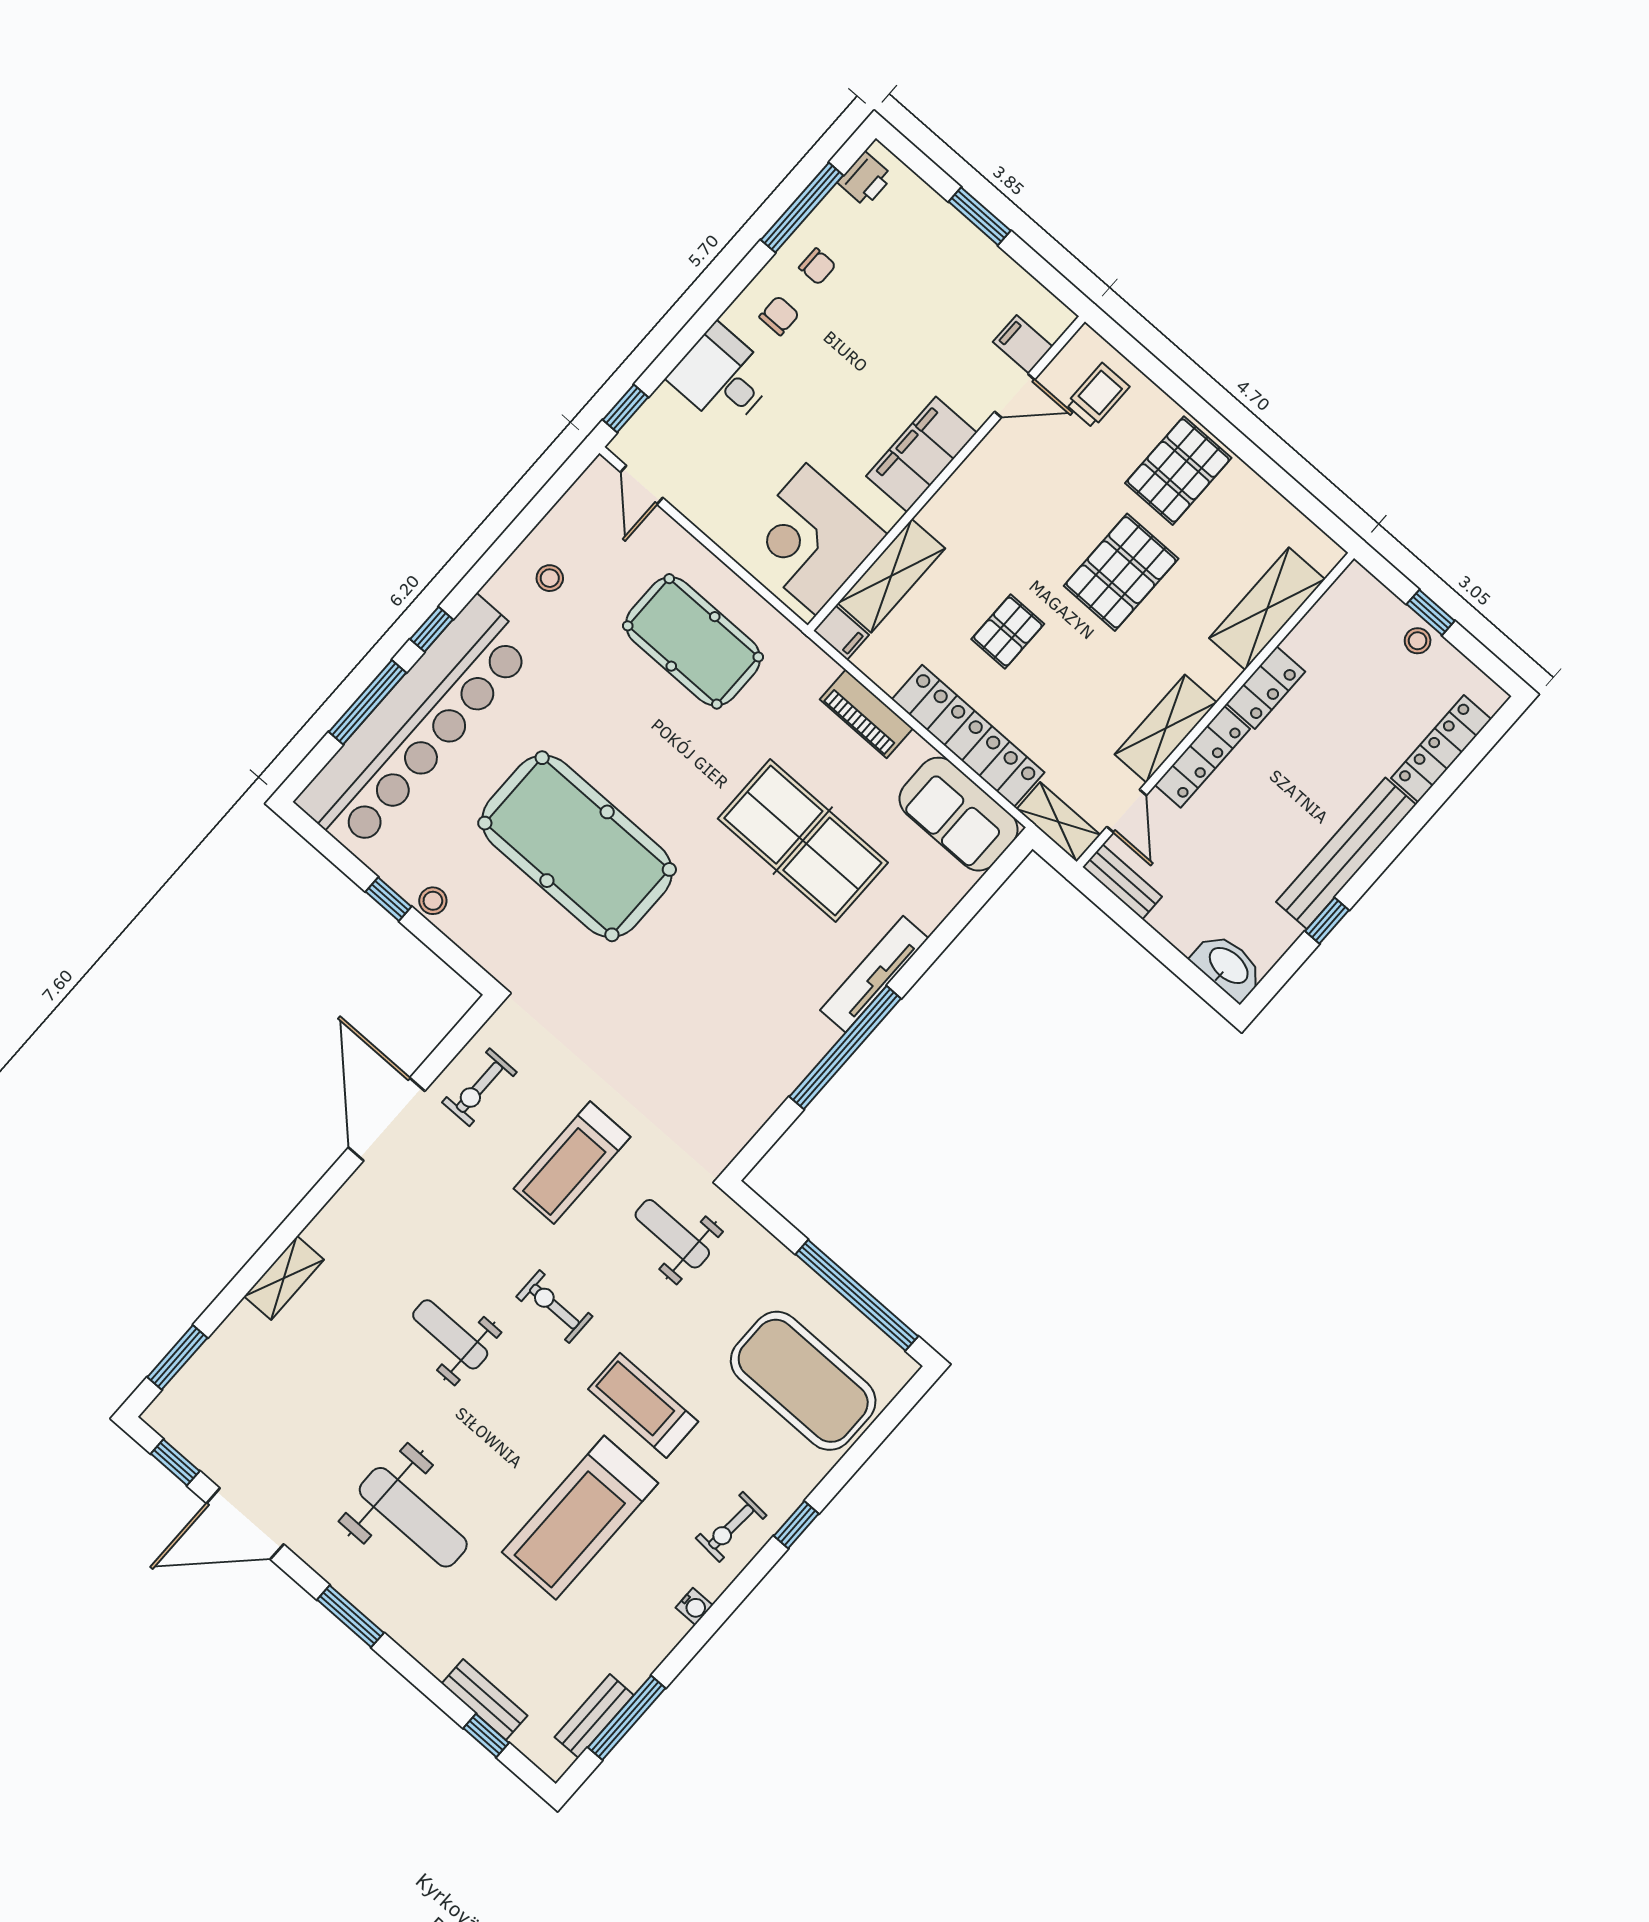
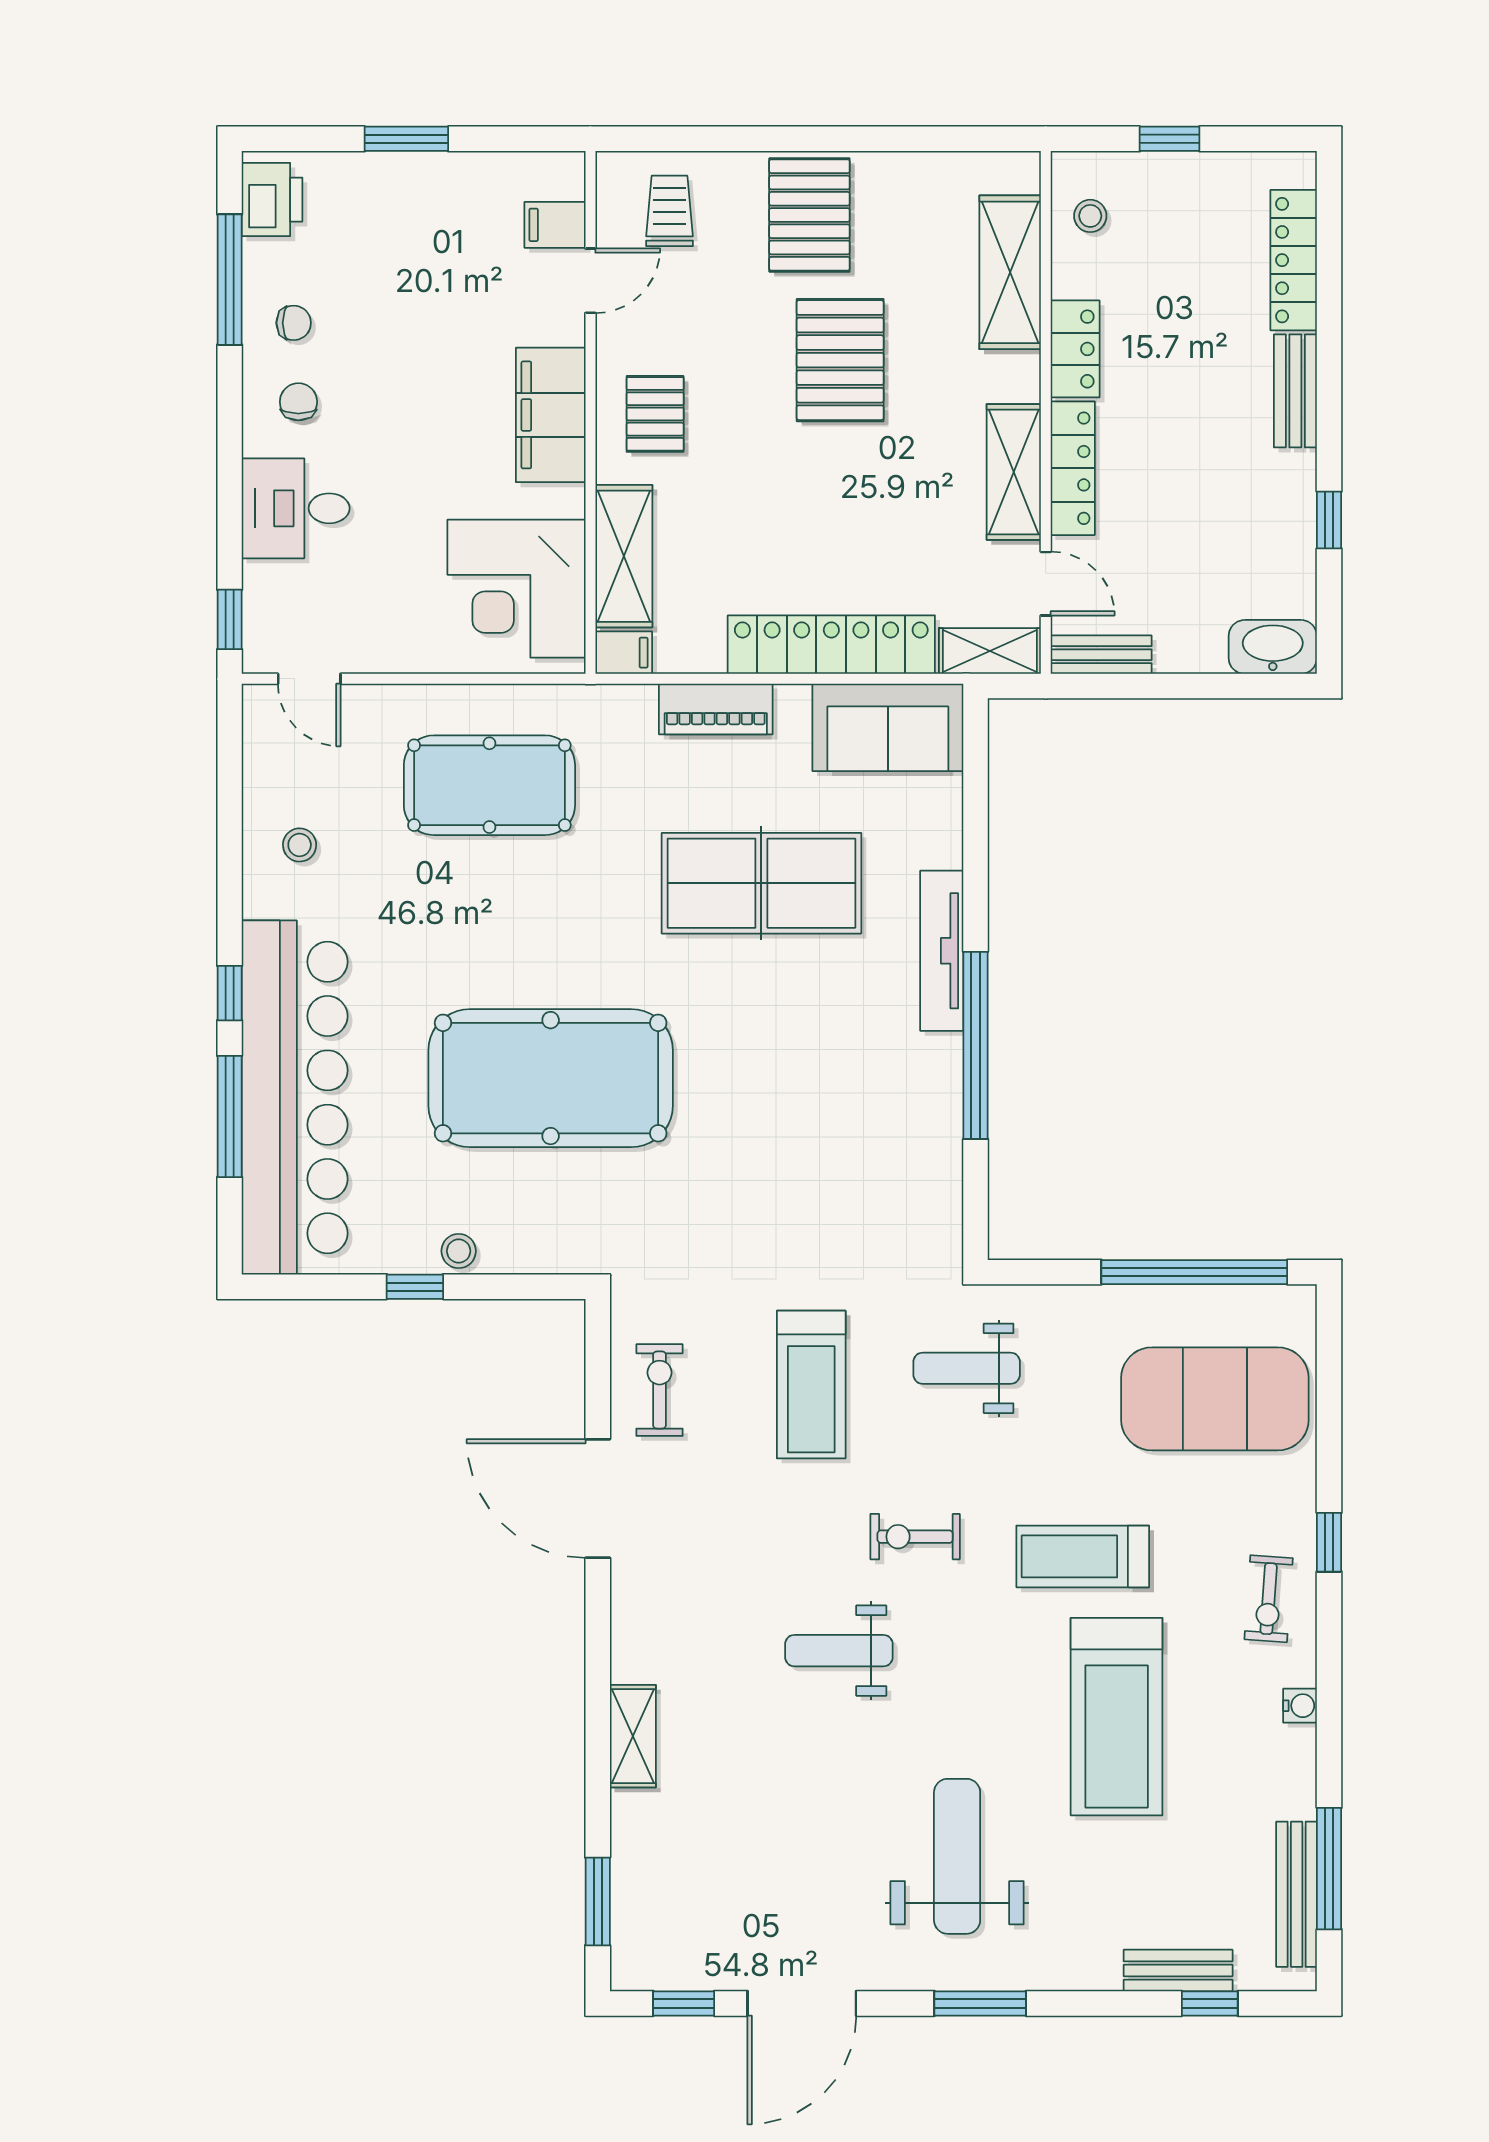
printer: (865, 179) -> (272, 200), width x1.36, depth x1.24
pallet: (1008, 632) -> (655, 414), moved
stool: (1418, 641) -> (1090, 216), moved
bench: (1346, 853) -> (1295, 391), width x0.54, depth x0.82
exercise bike: (479, 1087) -> (659, 1390), turned 180
weight bench: (413, 1517) -> (957, 1856), turned -90
bench: (594, 1716) -> (1297, 1894), width x1.36

